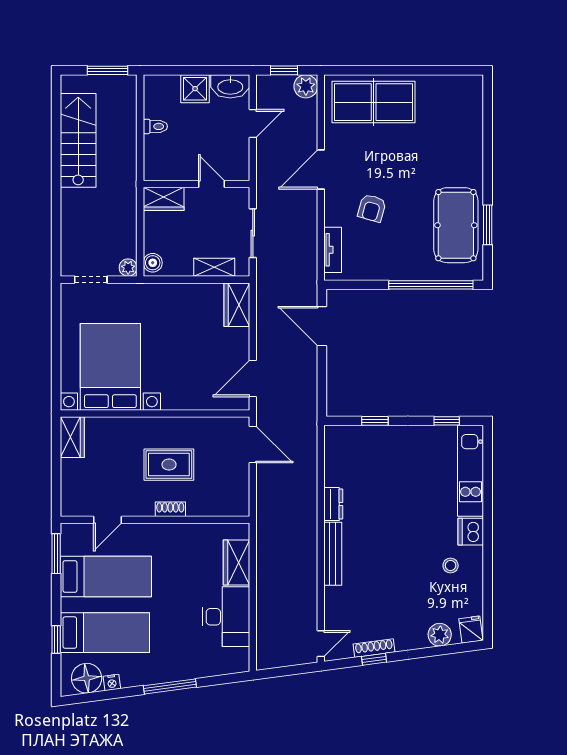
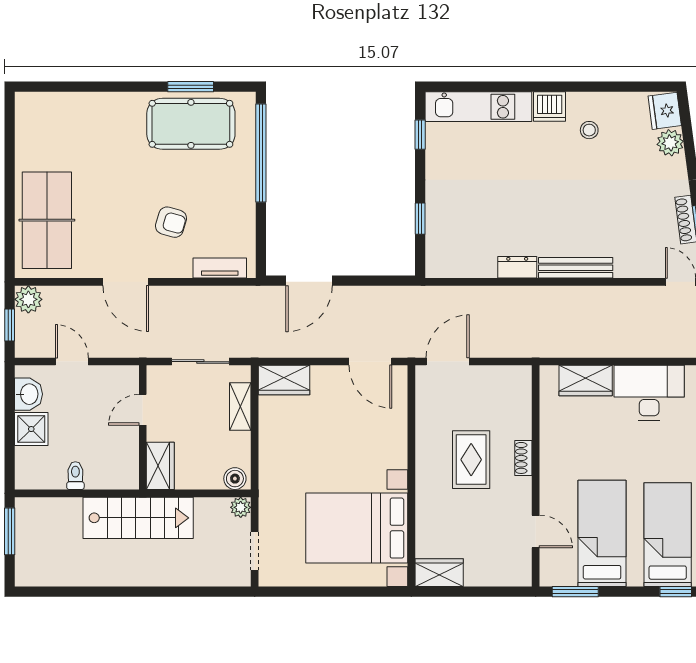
washbasin: (230, 86) -> (28, 394), width x0.72
stairs: (78, 140) -> (138, 518), moved, turned 180
fridge: (471, 630) -> (665, 111), width x1.38

